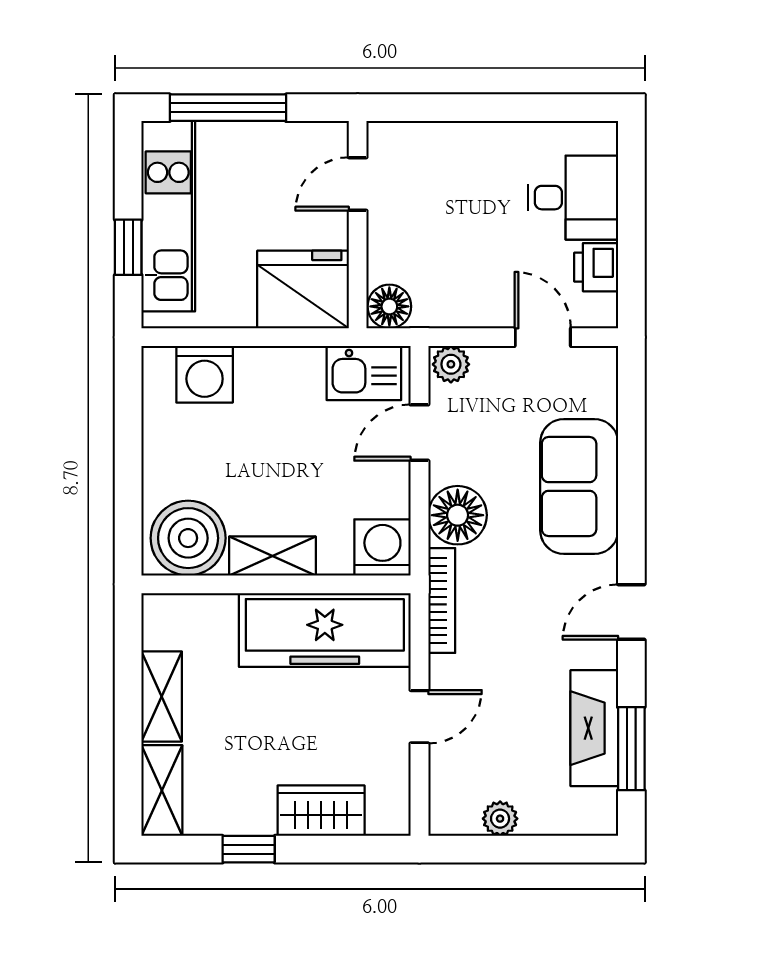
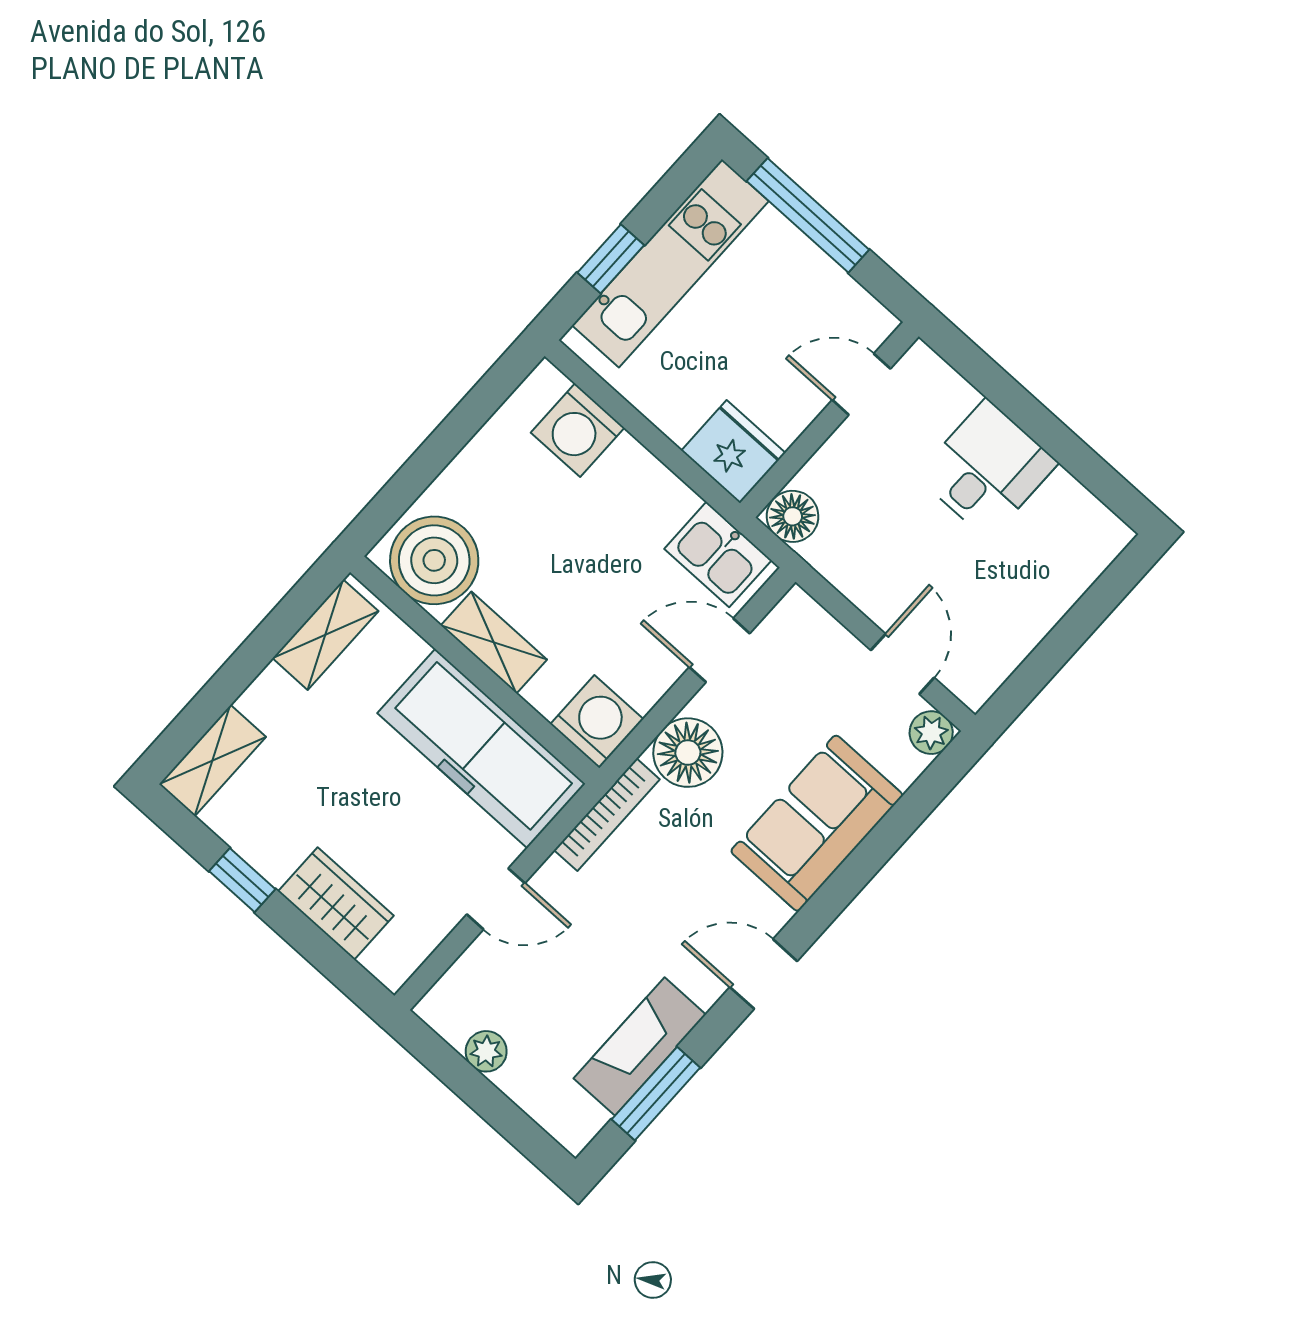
desk: (573, 198) -> (987, 469), moved, turned -90
printer: (596, 267) -> (1004, 645), removed
fridge: (303, 290) -> (733, 452), width x0.73, depth x0.75
plant: (451, 364) -> (931, 733), moved
shelving: (162, 696) -> (325, 635), moved

